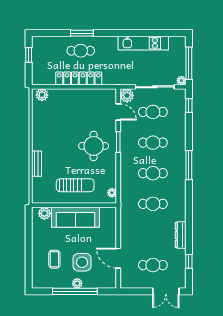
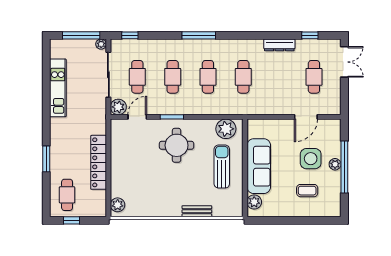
cafe table: (81, 51) -> (67, 195), moved
plant: (112, 193) -> (226, 129), width x1.88, depth x1.88

